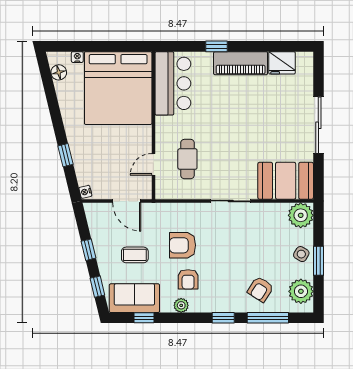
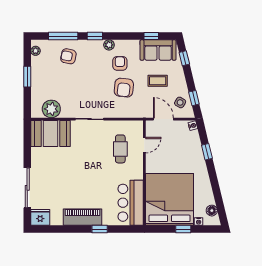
window: (99, 46) -> (183, 229), added
fridge: (282, 63) -> (40, 217), moved
sliding door: (318, 125) -> (27, 188), moved
plant: (301, 215) -> (51, 109), moved
armchair: (183, 245) -> (124, 88), turned 96
window: (88, 250) -> (194, 98), moved
side table: (301, 254) -> (180, 102), moved
armchair: (260, 289) -> (68, 56), turned -111
plant: (301, 291) -> (36, 51), width x0.53, depth x0.53
plant: (181, 305) -> (109, 45), moved

